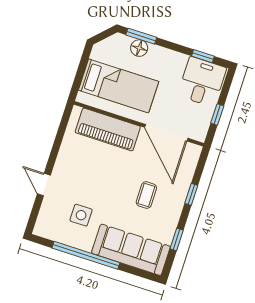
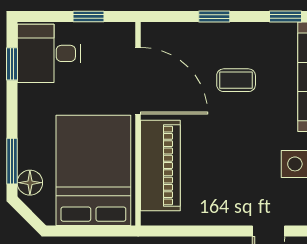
floor lamp: (139, 48) -> (30, 183), moved
bed: (119, 86) -> (93, 170), width x1.50
door: (166, 133) -> (138, 81), hinge flipped

